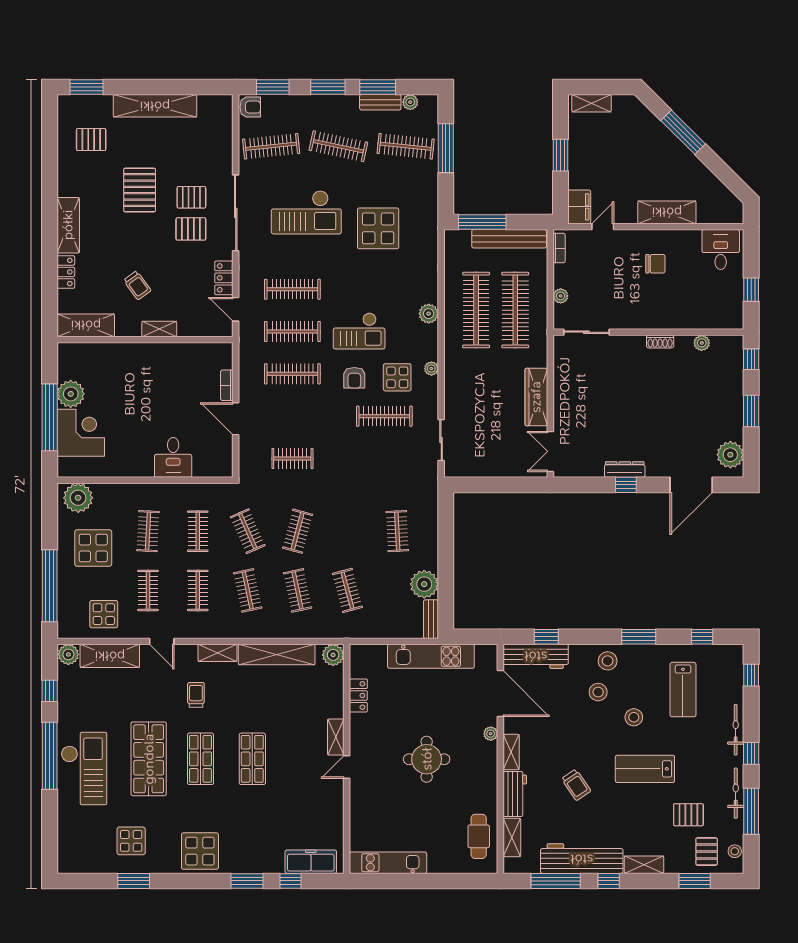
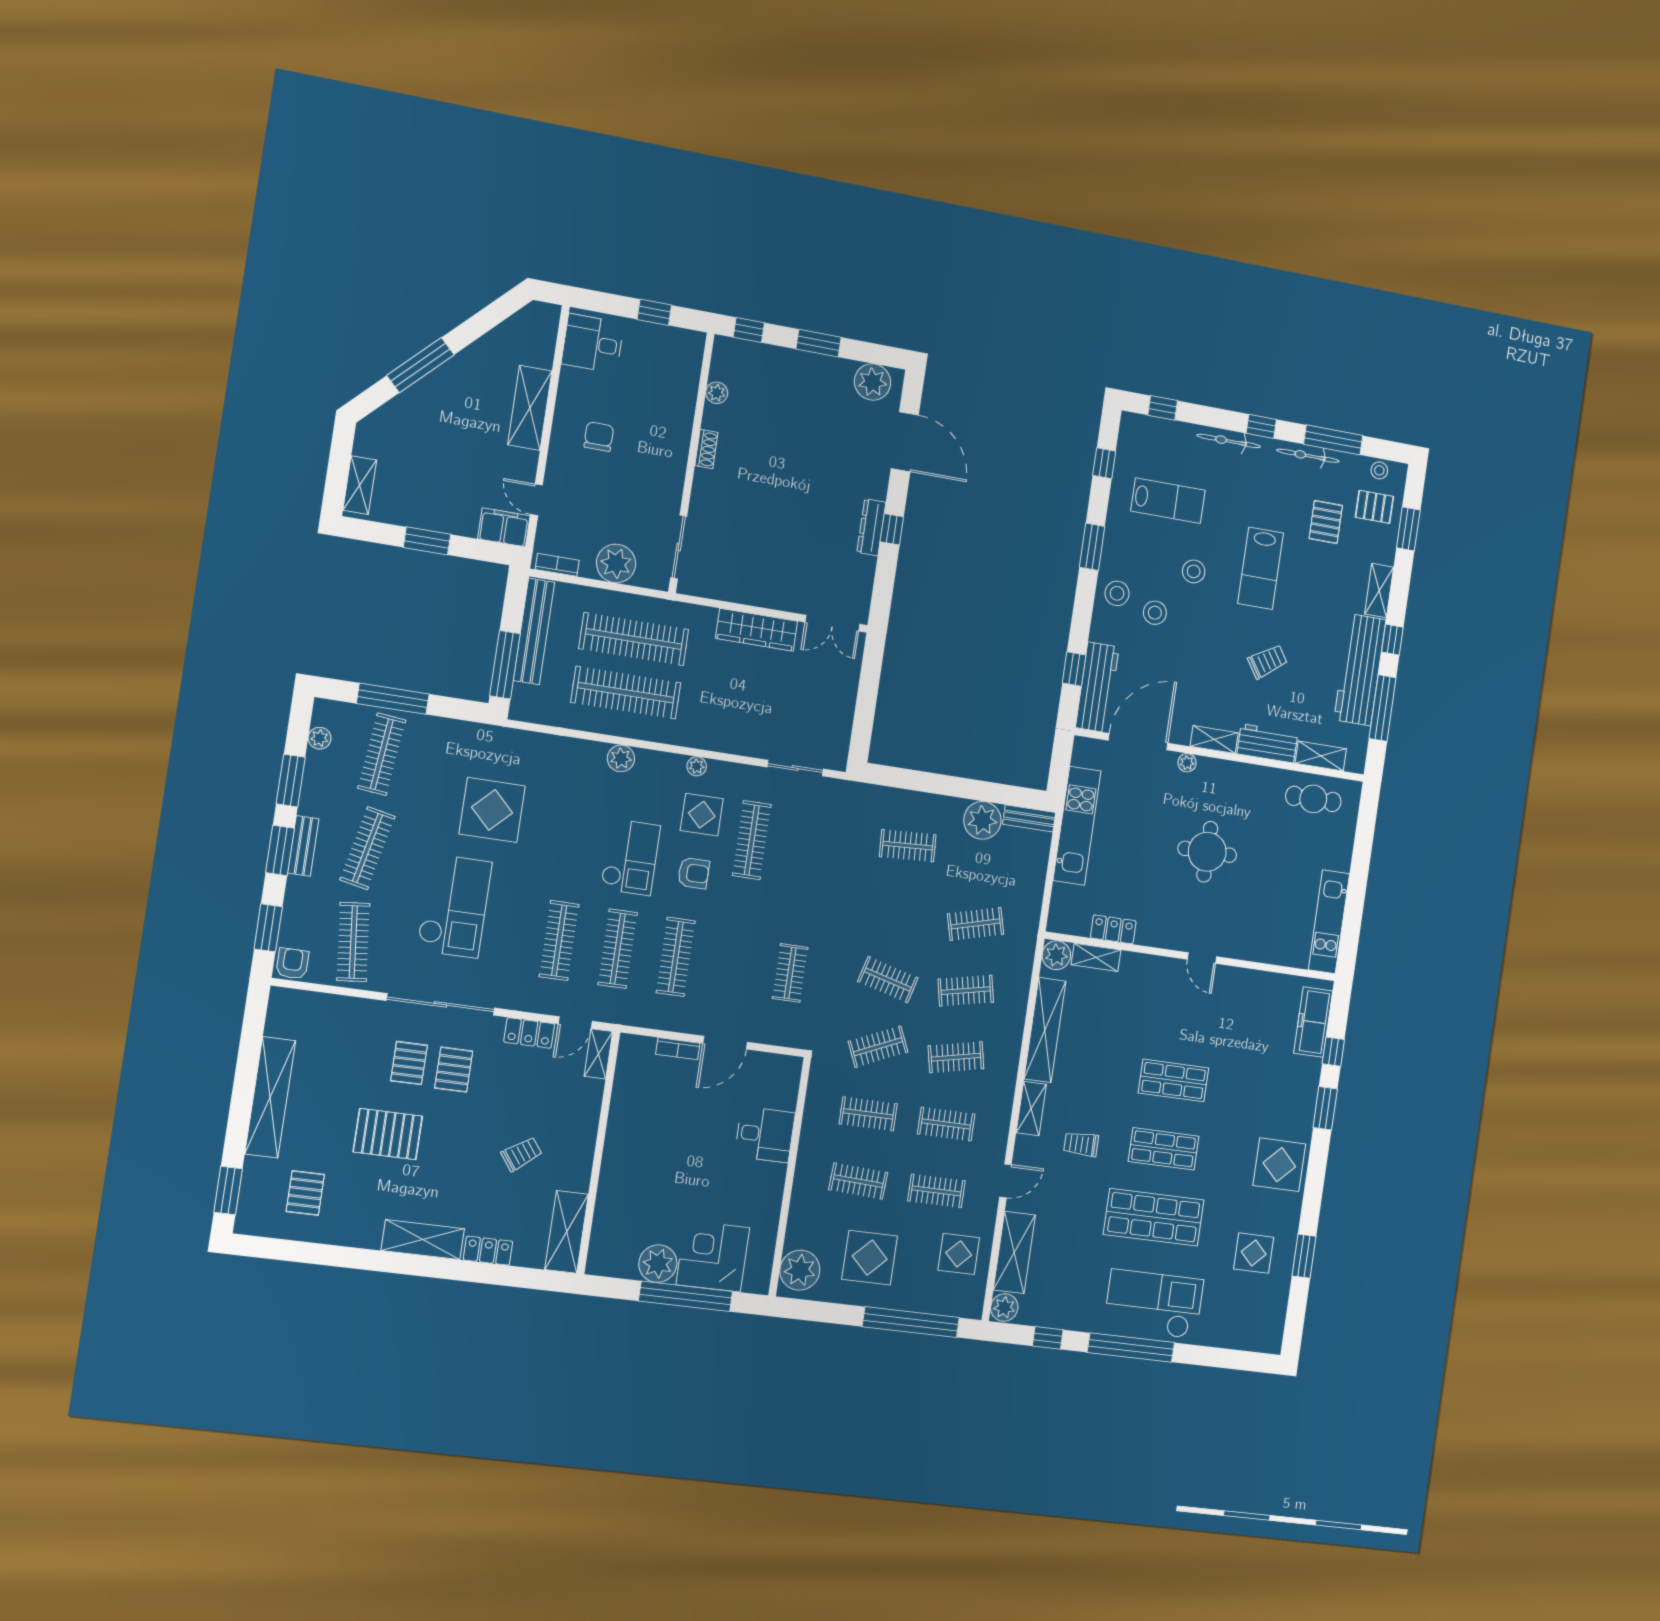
bench: (380, 102) -> (303, 846), moved
plant: (561, 296) -> (616, 563), width x1.87, depth x1.87
shelving: (159, 329) -> (598, 1054), moved
shelving: (336, 737) -> (1096, 957), moved

